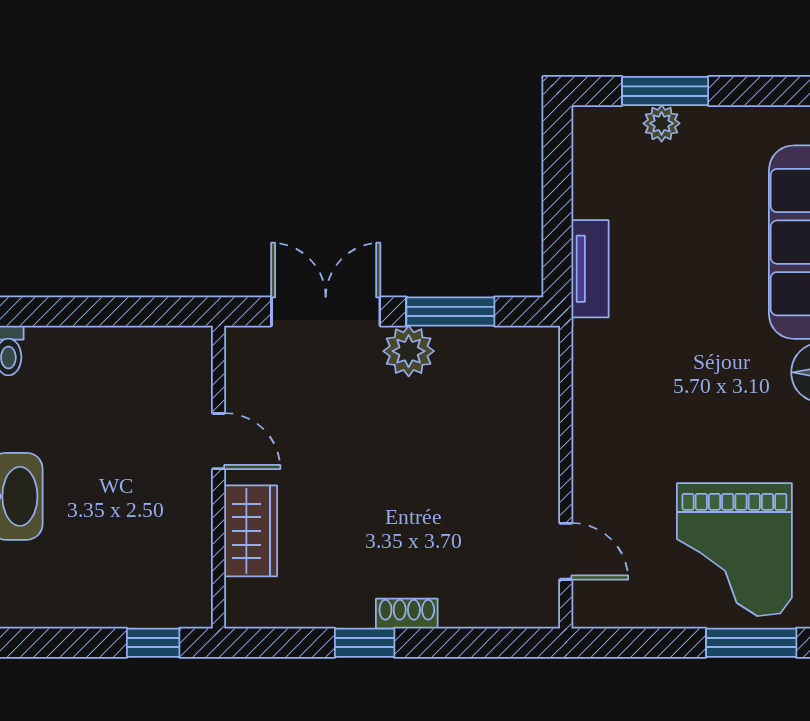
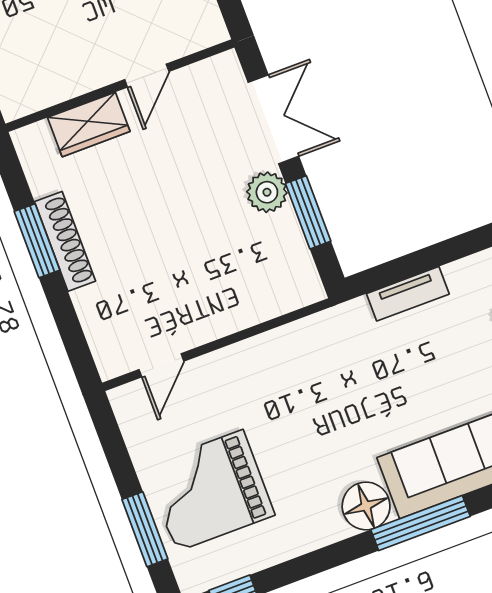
tv unit: (590, 269) -> (408, 294), moved
shoe rack: (407, 614) -> (65, 241), width x1.94, depth x1.24
window: (365, 643) -> (37, 241), width x1.50

